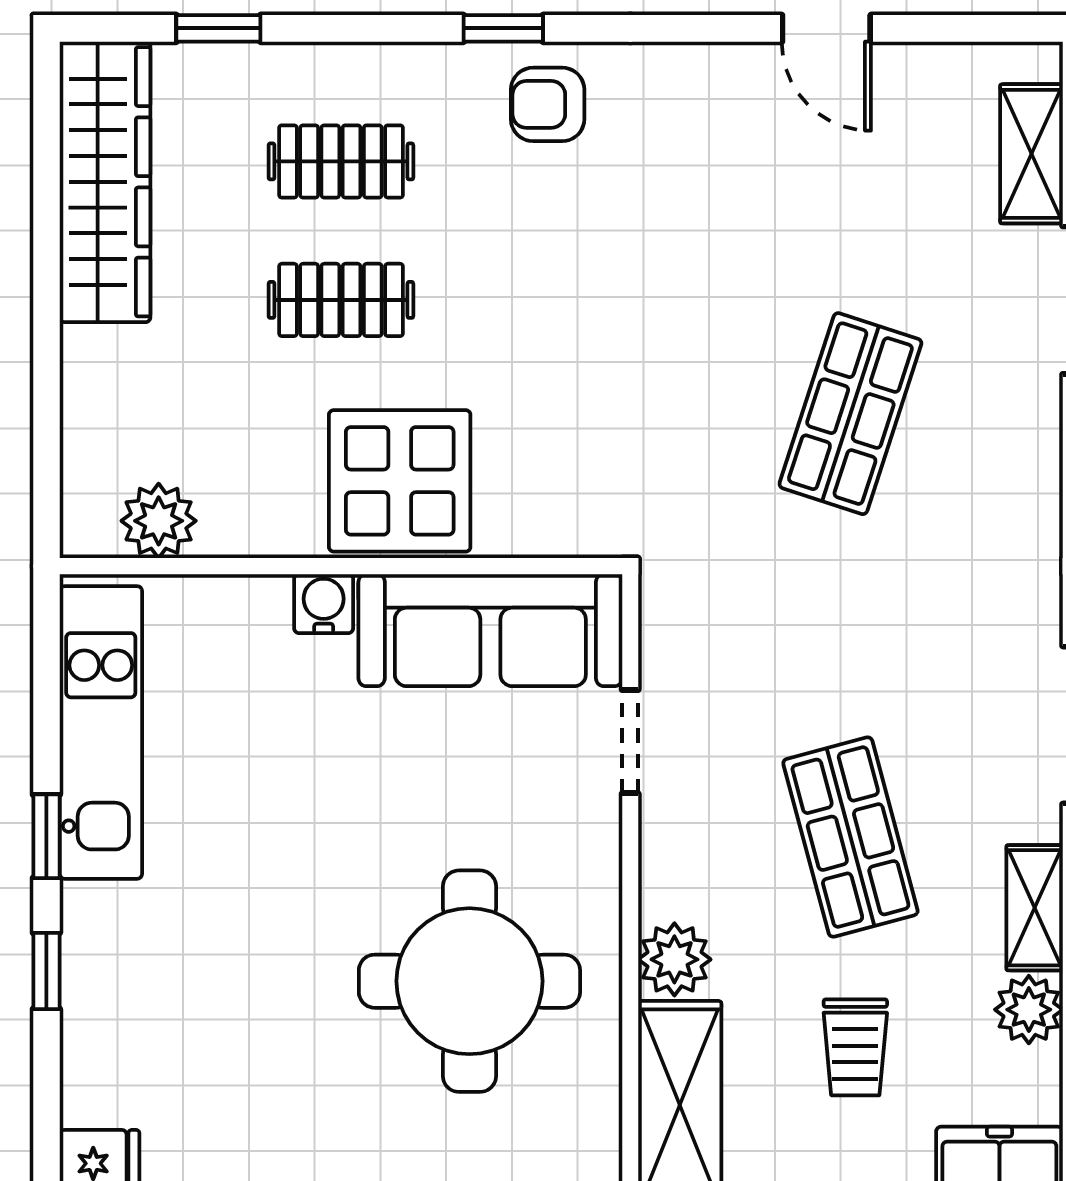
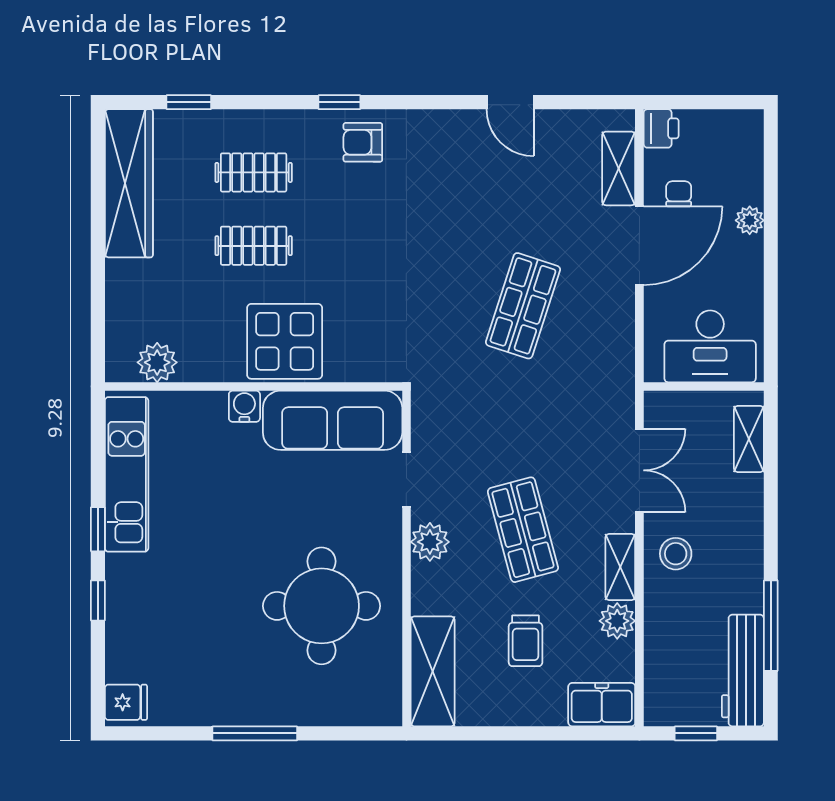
plant: (674, 959) -> (430, 542), moved

